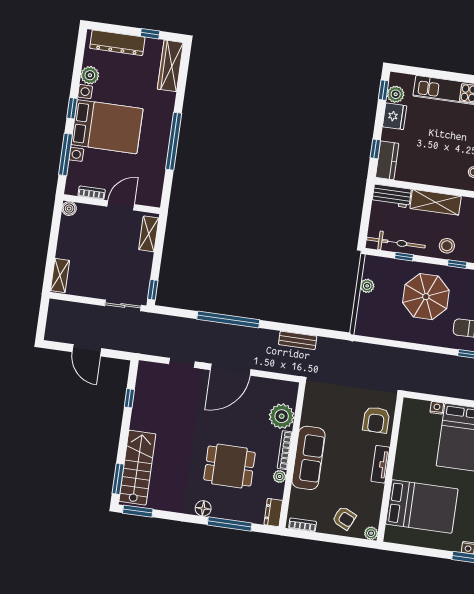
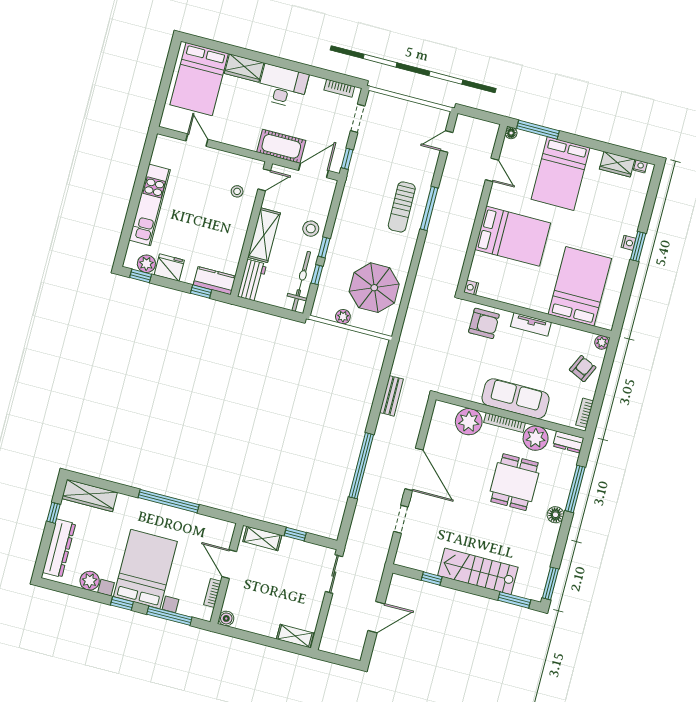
window: (457, 264) -> (324, 247), moved
window: (153, 290) -> (295, 534), moved
parasol: (426, 297) -> (374, 288), moved
nightstand: (437, 408) -> (471, 288), moved
stairs: (137, 468) -> (478, 571), moved
plant: (280, 476) -> (536, 438), width x1.88, depth x1.88

